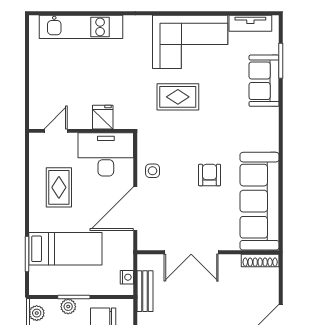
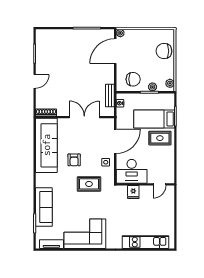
sofa: (264, 81) -> (44, 207), width x1.36
rug: (178, 97) -> (89, 184), moved
rug: (59, 187) -> (160, 138), moved, turned 90

